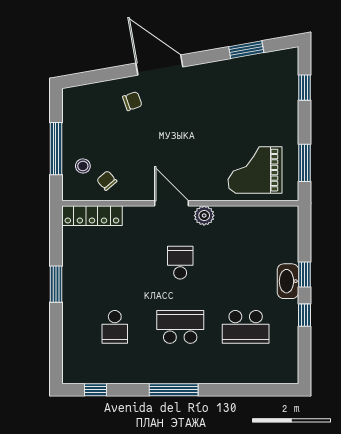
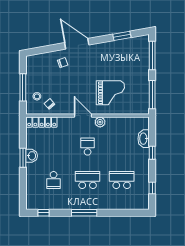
window: (304, 88) -> (152, 56), width x2.17
window: (304, 163) -> (152, 95), width x1.44
grand piano: (255, 170) -> (110, 93), moved, turned 180
washbasin: (73, 280) -> (32, 156), added
washbasin: (288, 281) -> (144, 139), moved
window: (304, 315) -> (152, 188), moved
school desk: (246, 327) -> (122, 180), turned 180

